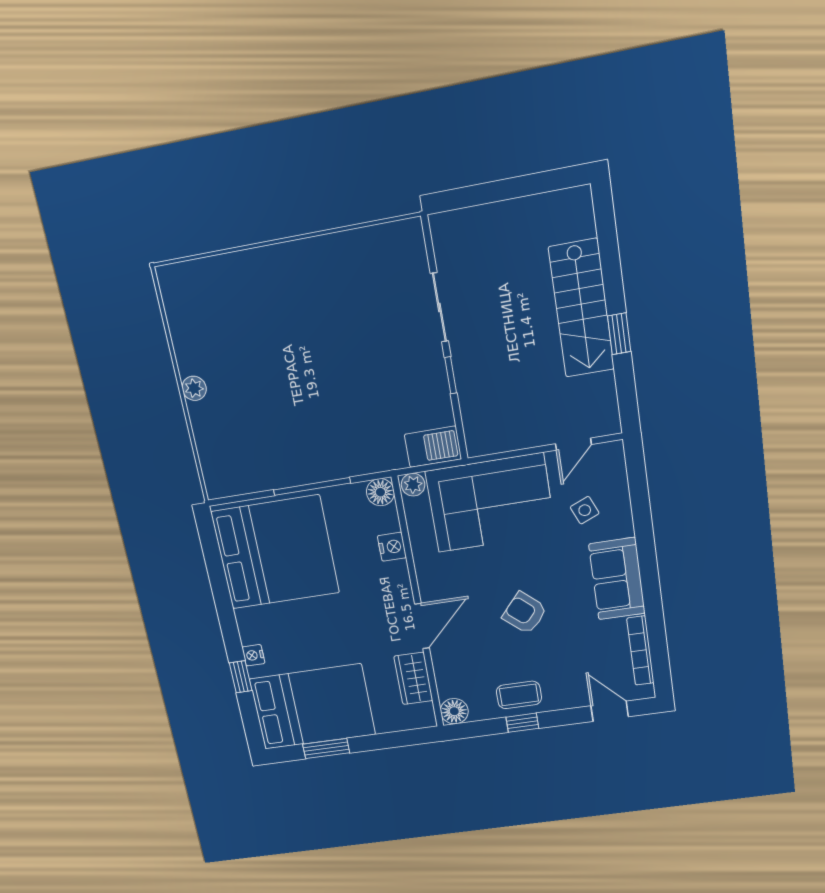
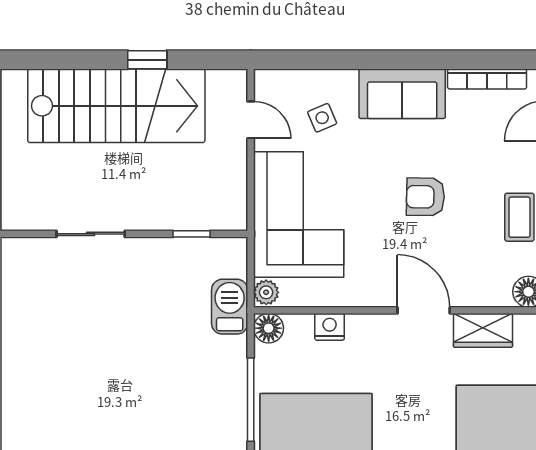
stairs: (582, 309) -> (116, 106), width x1.36, depth x1.51
window: (451, 375) -> (191, 234), moved
barbecue: (433, 447) -> (230, 307), moved
armchair: (525, 613) -> (425, 197), turned 50

